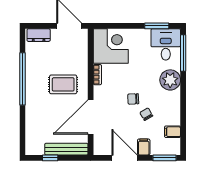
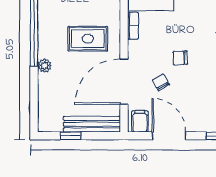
plant: (30, 105) -> (45, 66), added
chair: (146, 114) -> (161, 82), moved
filing cabinet: (144, 147) -> (140, 121), moved

